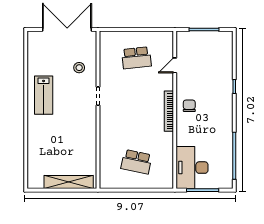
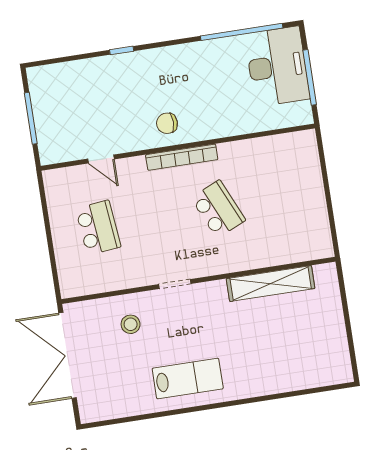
school desk: (136, 162) -> (218, 209), moved, turned -36
desk: (192, 168) -> (277, 66), moved, turned -90
shelving: (69, 182) -> (271, 284), moved, turned 90

